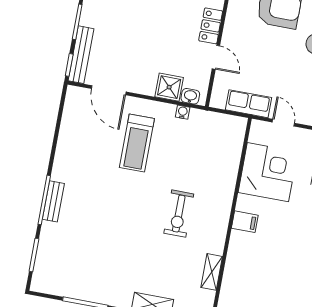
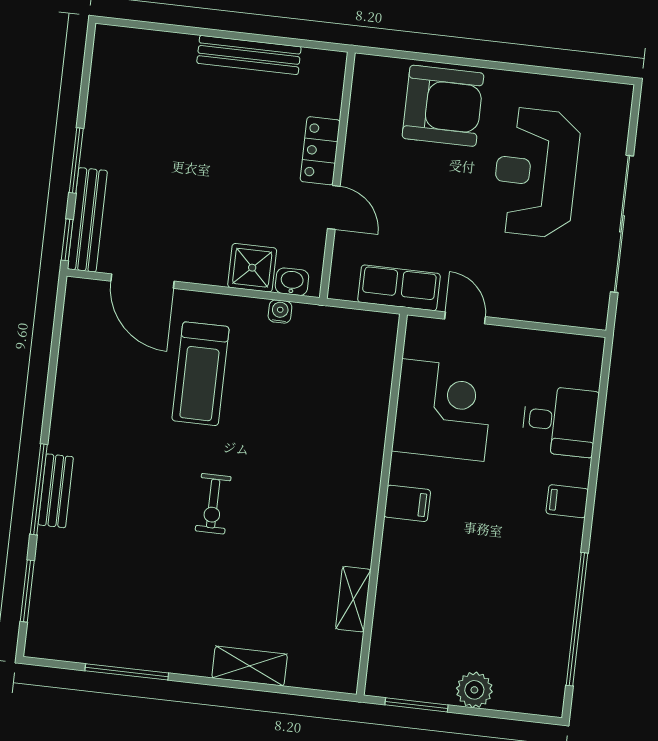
exercise bike: (179, 214) -> (213, 504), moved, width x0.73, depth x0.72

